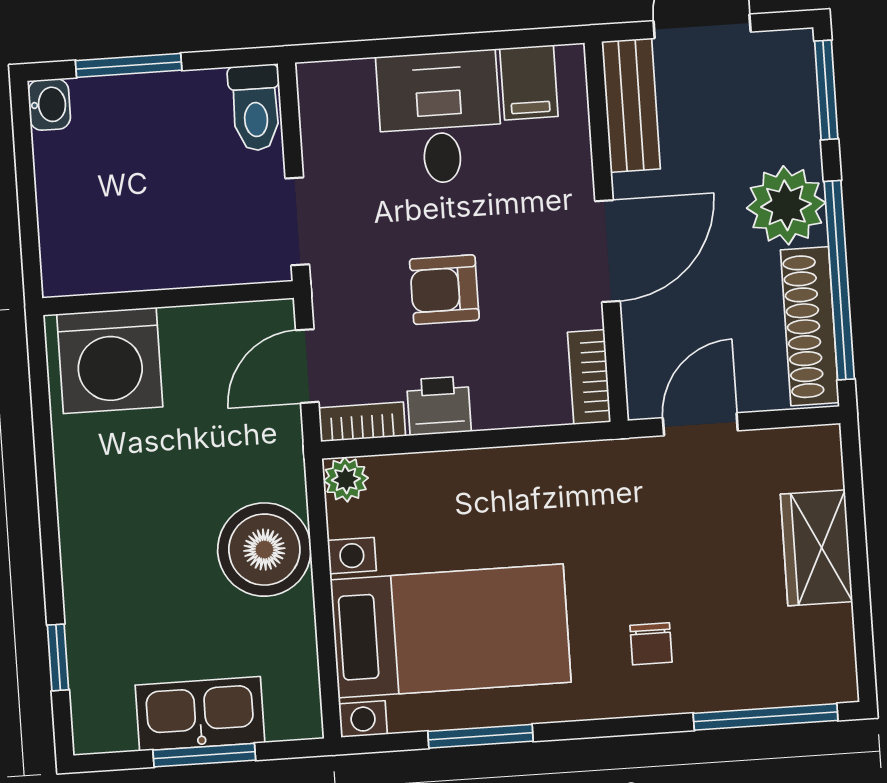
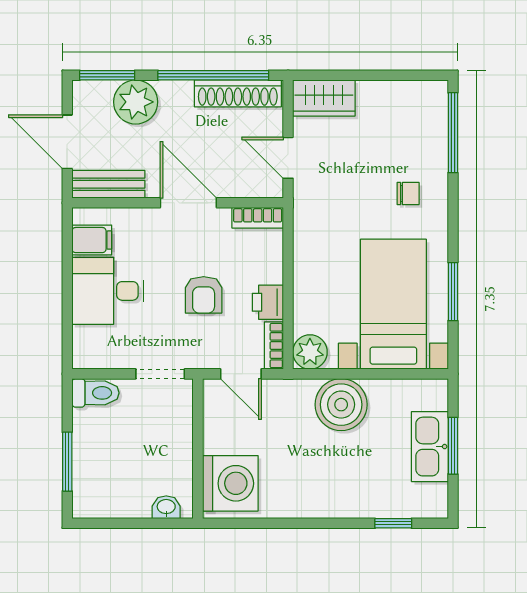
washbasin: (49, 105) -> (166, 507), moved
plant: (786, 205) -> (136, 102), moved
plant: (346, 479) -> (310, 352), width x1.38, depth x1.38
wardrobe: (817, 548) -> (324, 98), moved

